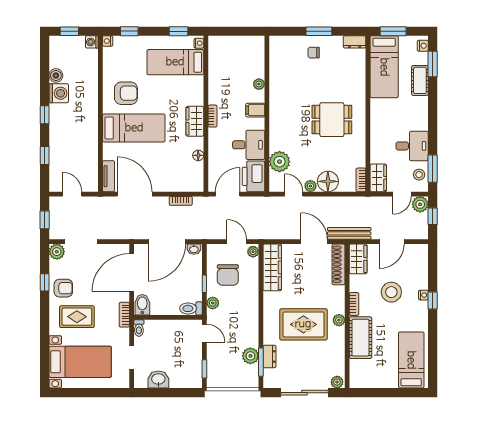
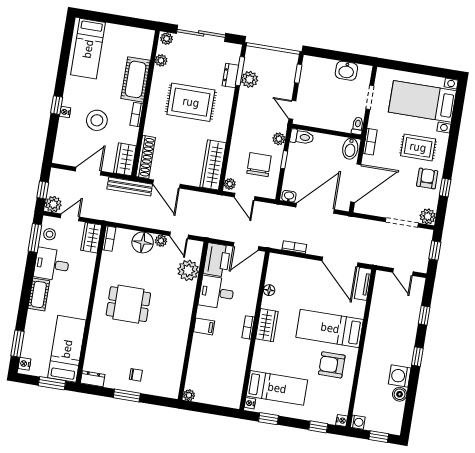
cot: (420, 80) -> (39, 294), moved
plant: (259, 84) -> (189, 395), moved
armchair: (63, 288) -> (427, 178), turned 90
plant: (339, 320) -> (161, 60), moved

